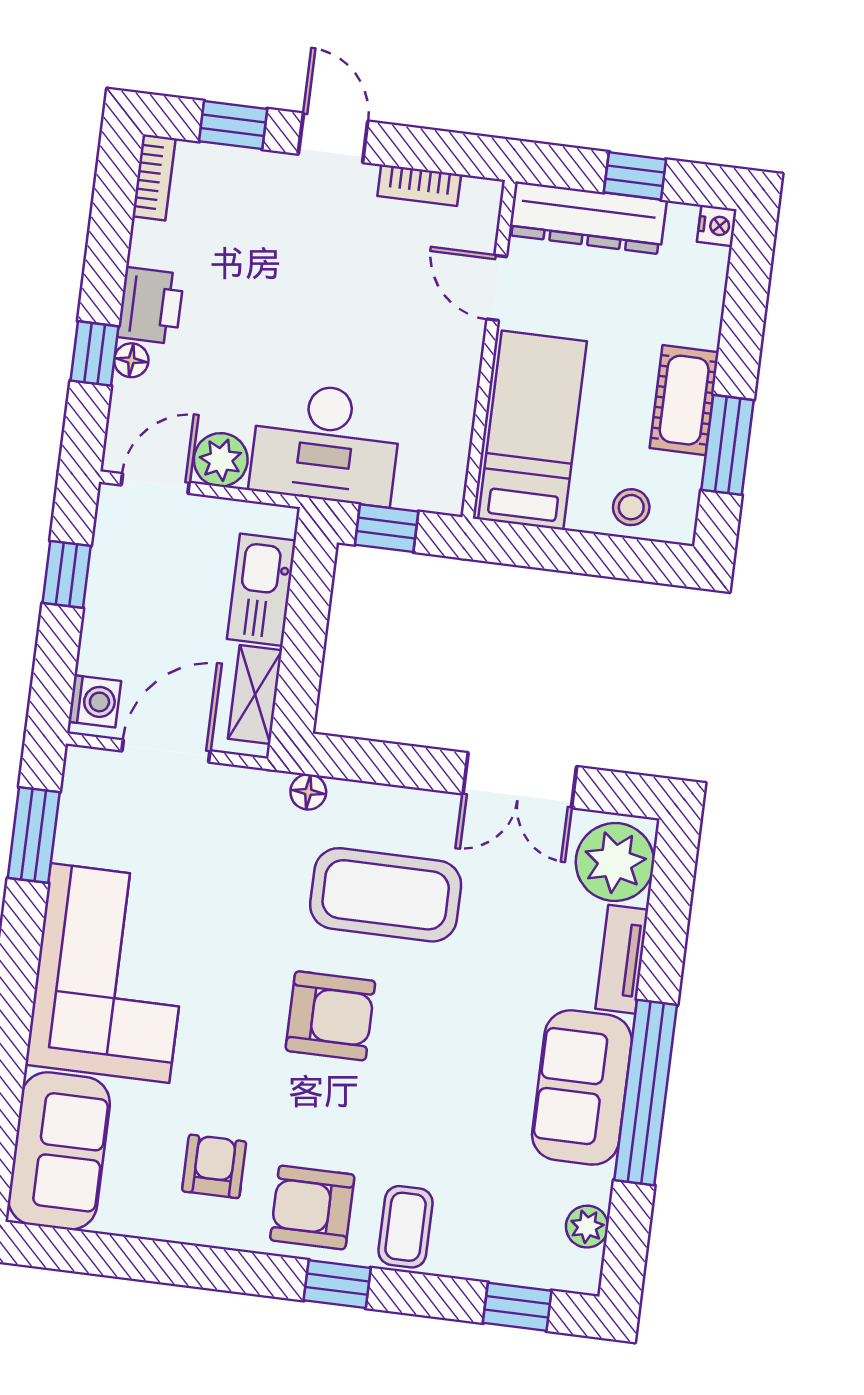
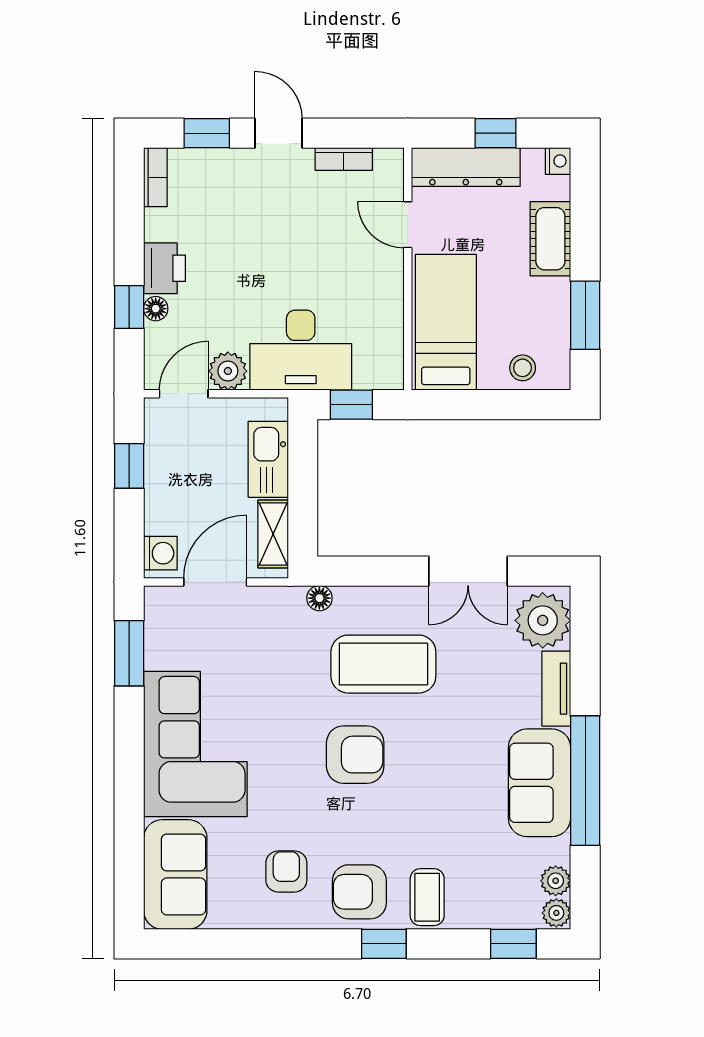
cot: (684, 400) -> (550, 239), moved
plant: (582, 1271) -> (556, 913), added

